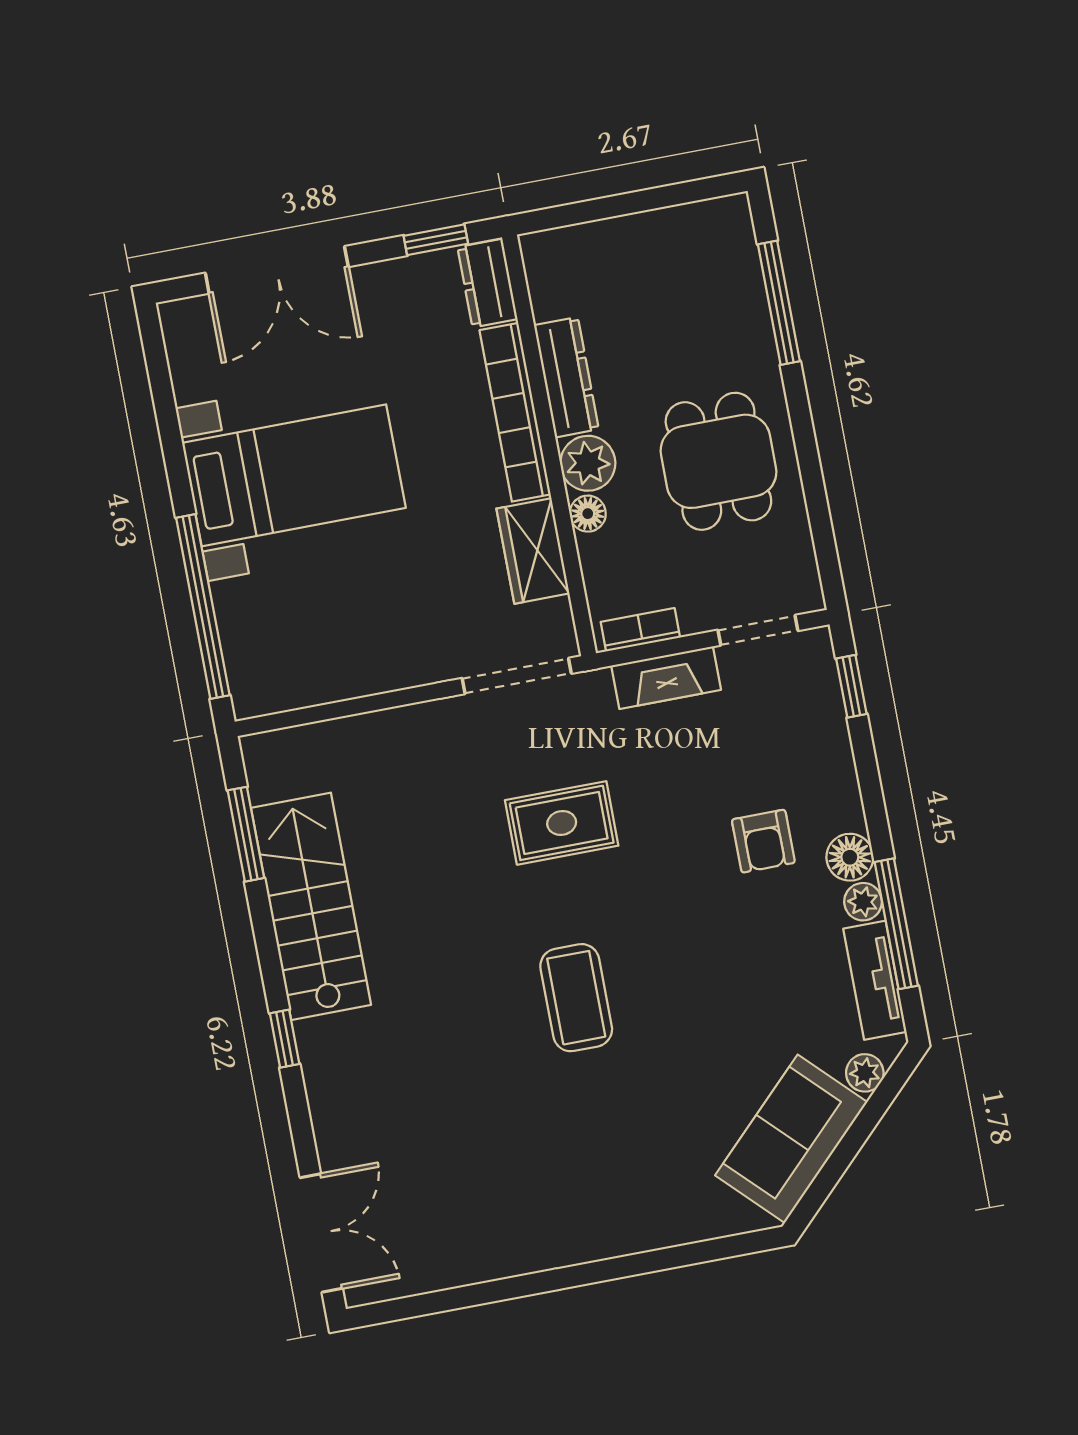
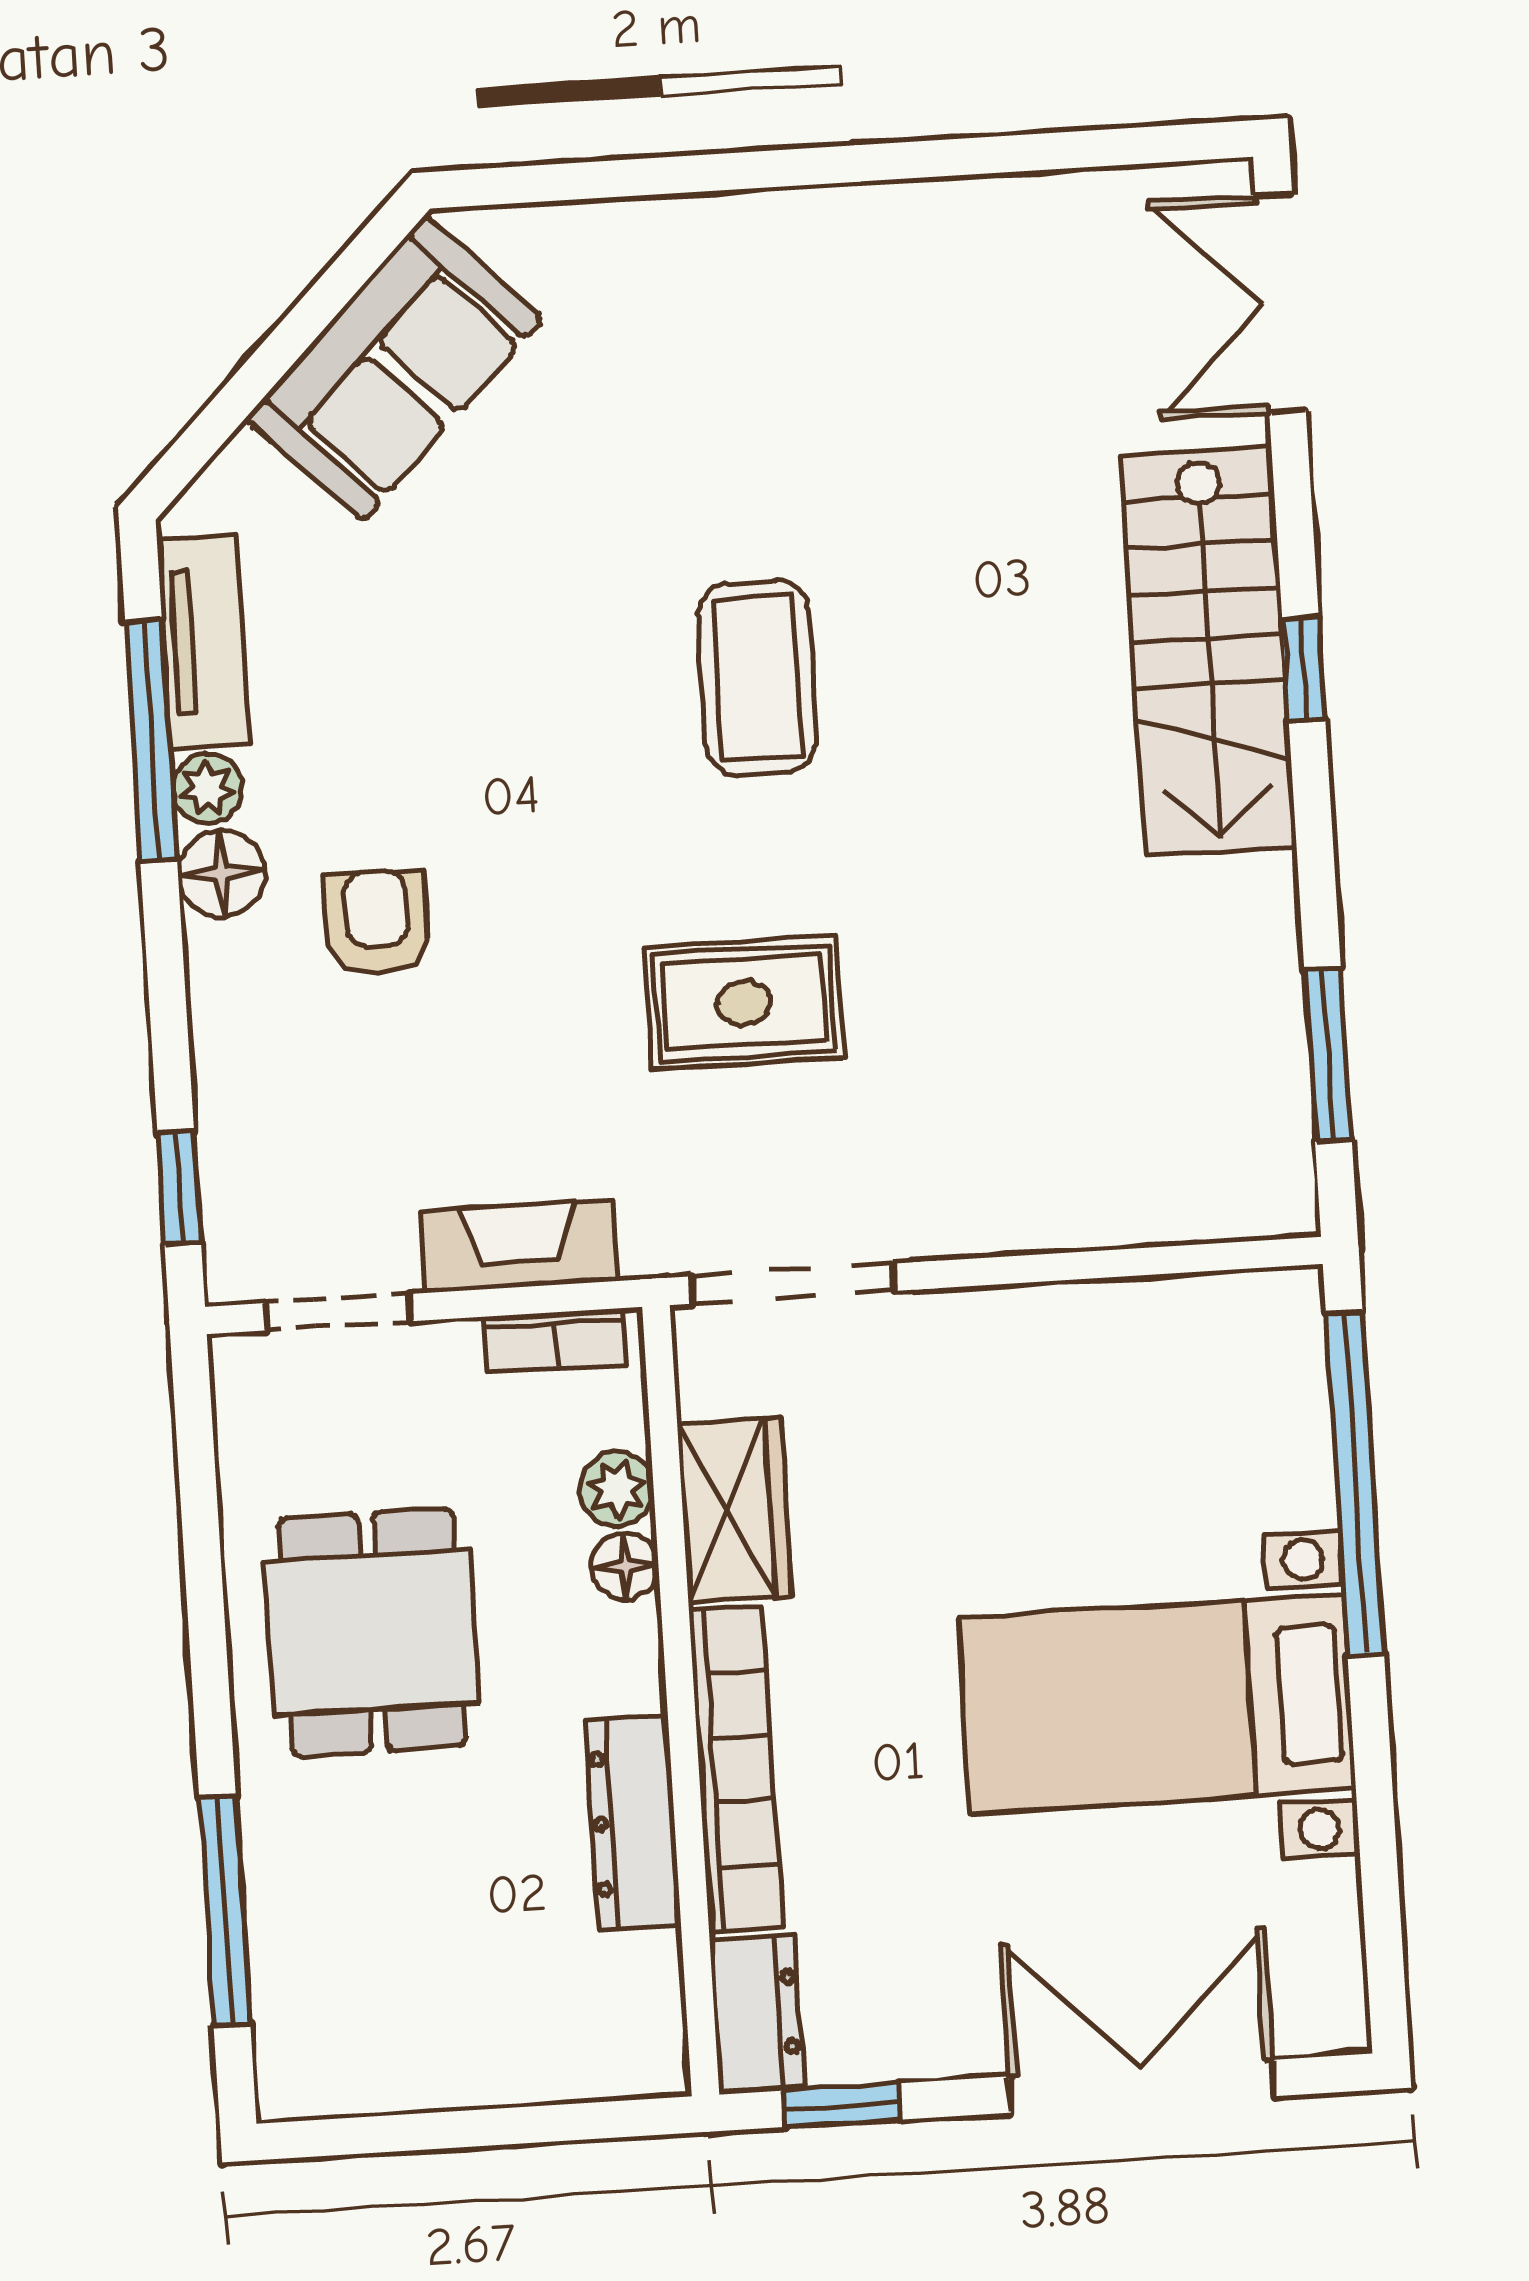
plant: (588, 463) -> (617, 1489), moved, width x0.73, depth x0.73
stairs: (311, 906) -> (1209, 652), moved
plant: (865, 1073) -> (243, 473), removed

